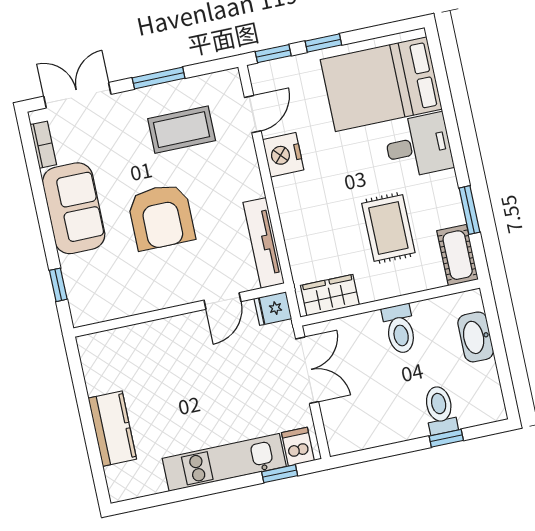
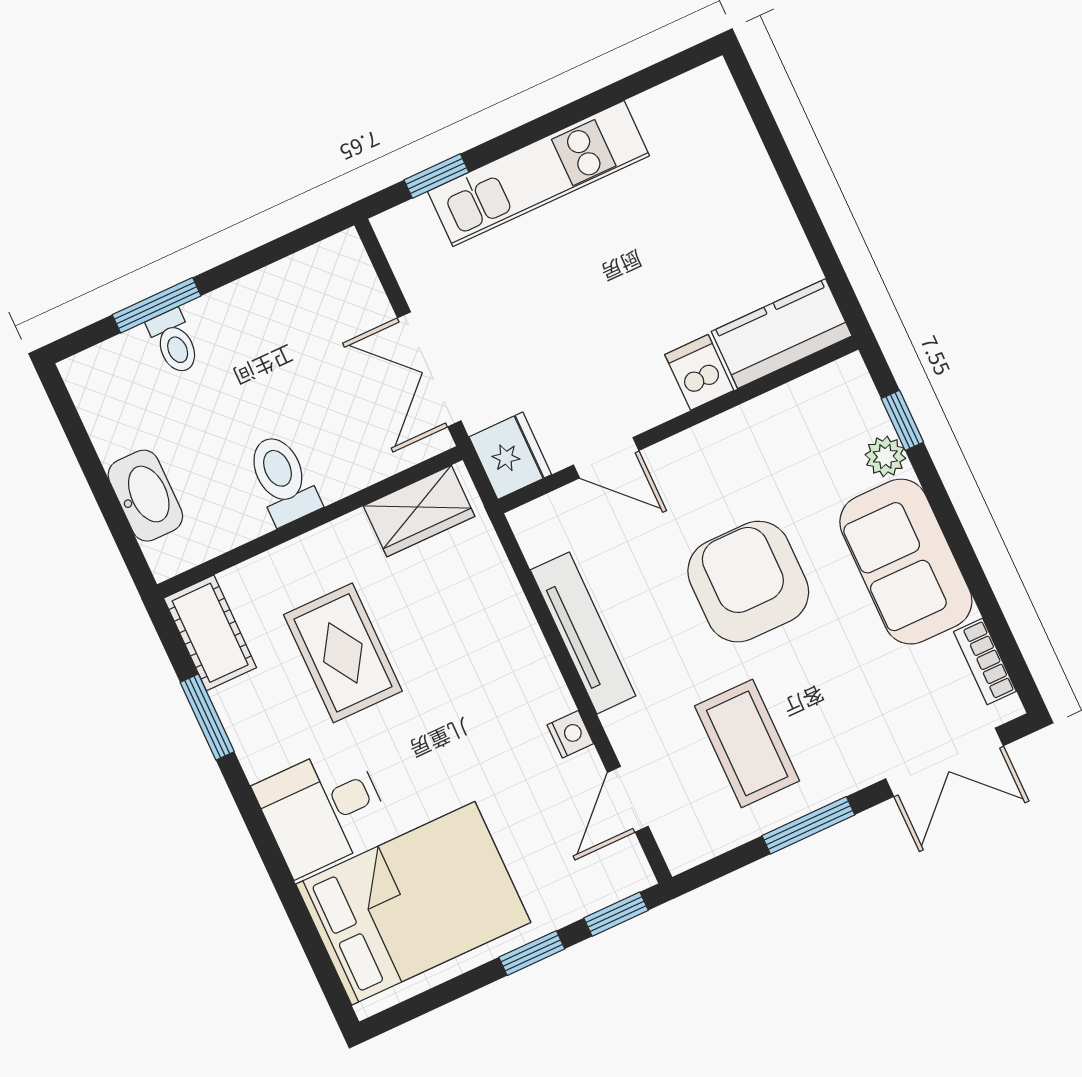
coffee table: (182, 130) -> (747, 743), turned 90
nightstand: (283, 155) -> (570, 734), width x0.53, depth x0.56
tv unit: (264, 243) -> (583, 633), moved
plant: (72, 267) -> (885, 456), added
door: (223, 301) -> (606, 458), swing flipped
fridge: (273, 309) -> (510, 456), width x1.38
toilet: (440, 410) -> (174, 342), width x0.73, depth x0.72
kitchen counter: (112, 429) -> (782, 334), moved, turned 90
window: (446, 438) -> (157, 305), width x1.50
dishwasher: (298, 447) -> (699, 372), moved, turned 180

